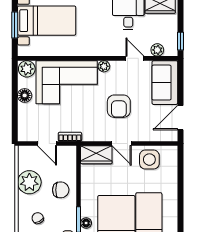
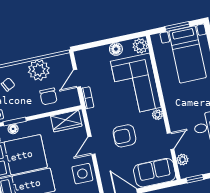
wardrobe: (96, 155) -> (66, 121), moved, turned -90
chair: (61, 190) -> (48, 96), moved

